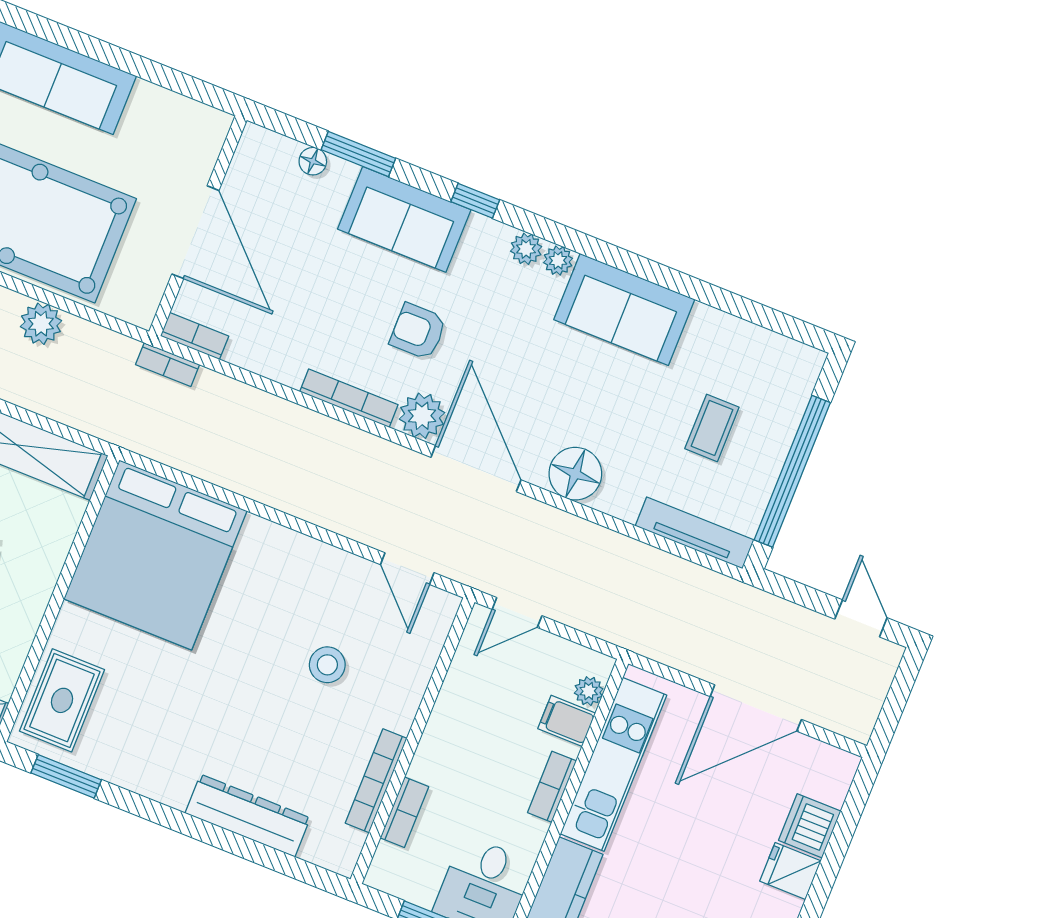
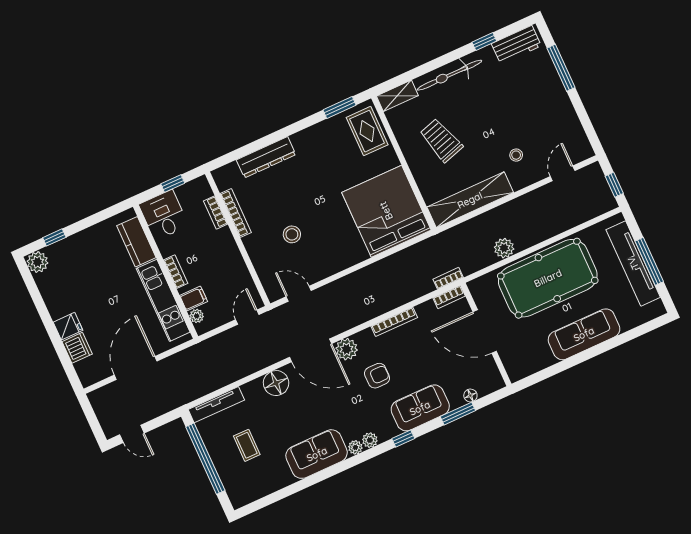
bookcase: (349, 398) -> (394, 322), moved

